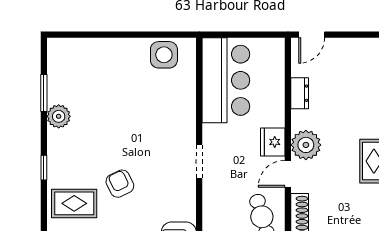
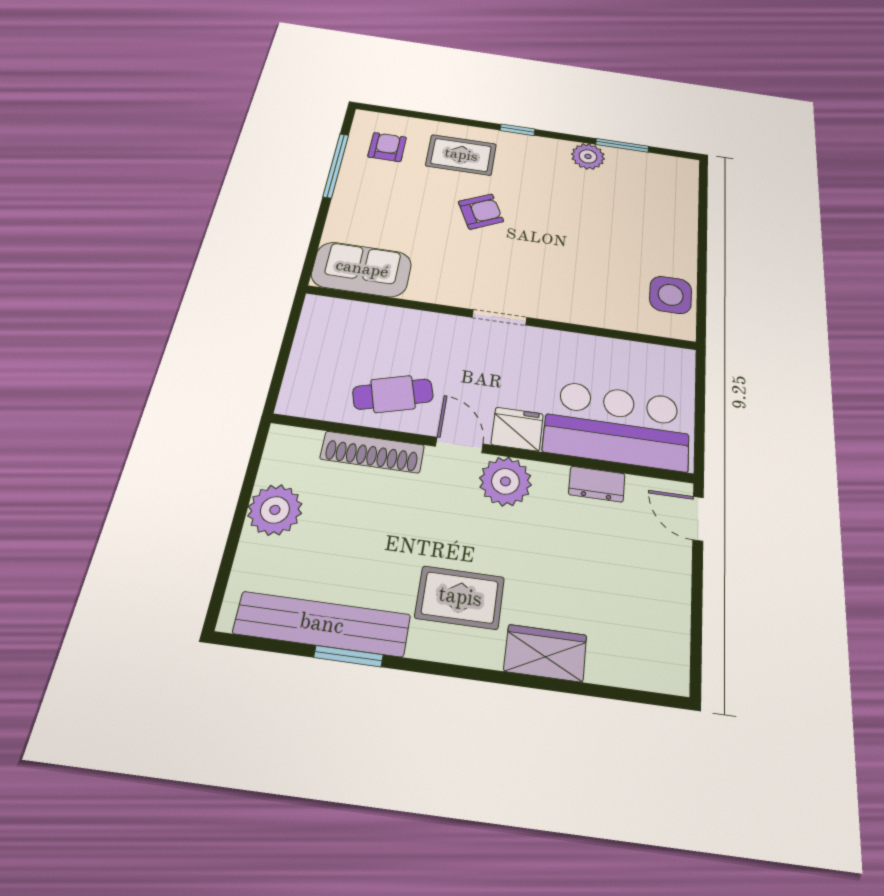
bar counter: (226, 80) -> (617, 425), moved, turned 180
rug: (74, 203) -> (461, 155), turned 90

